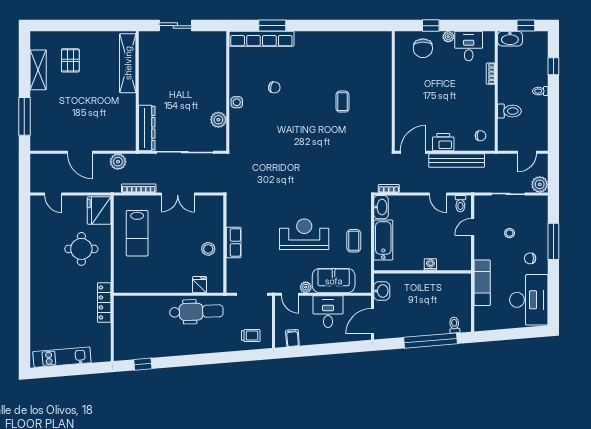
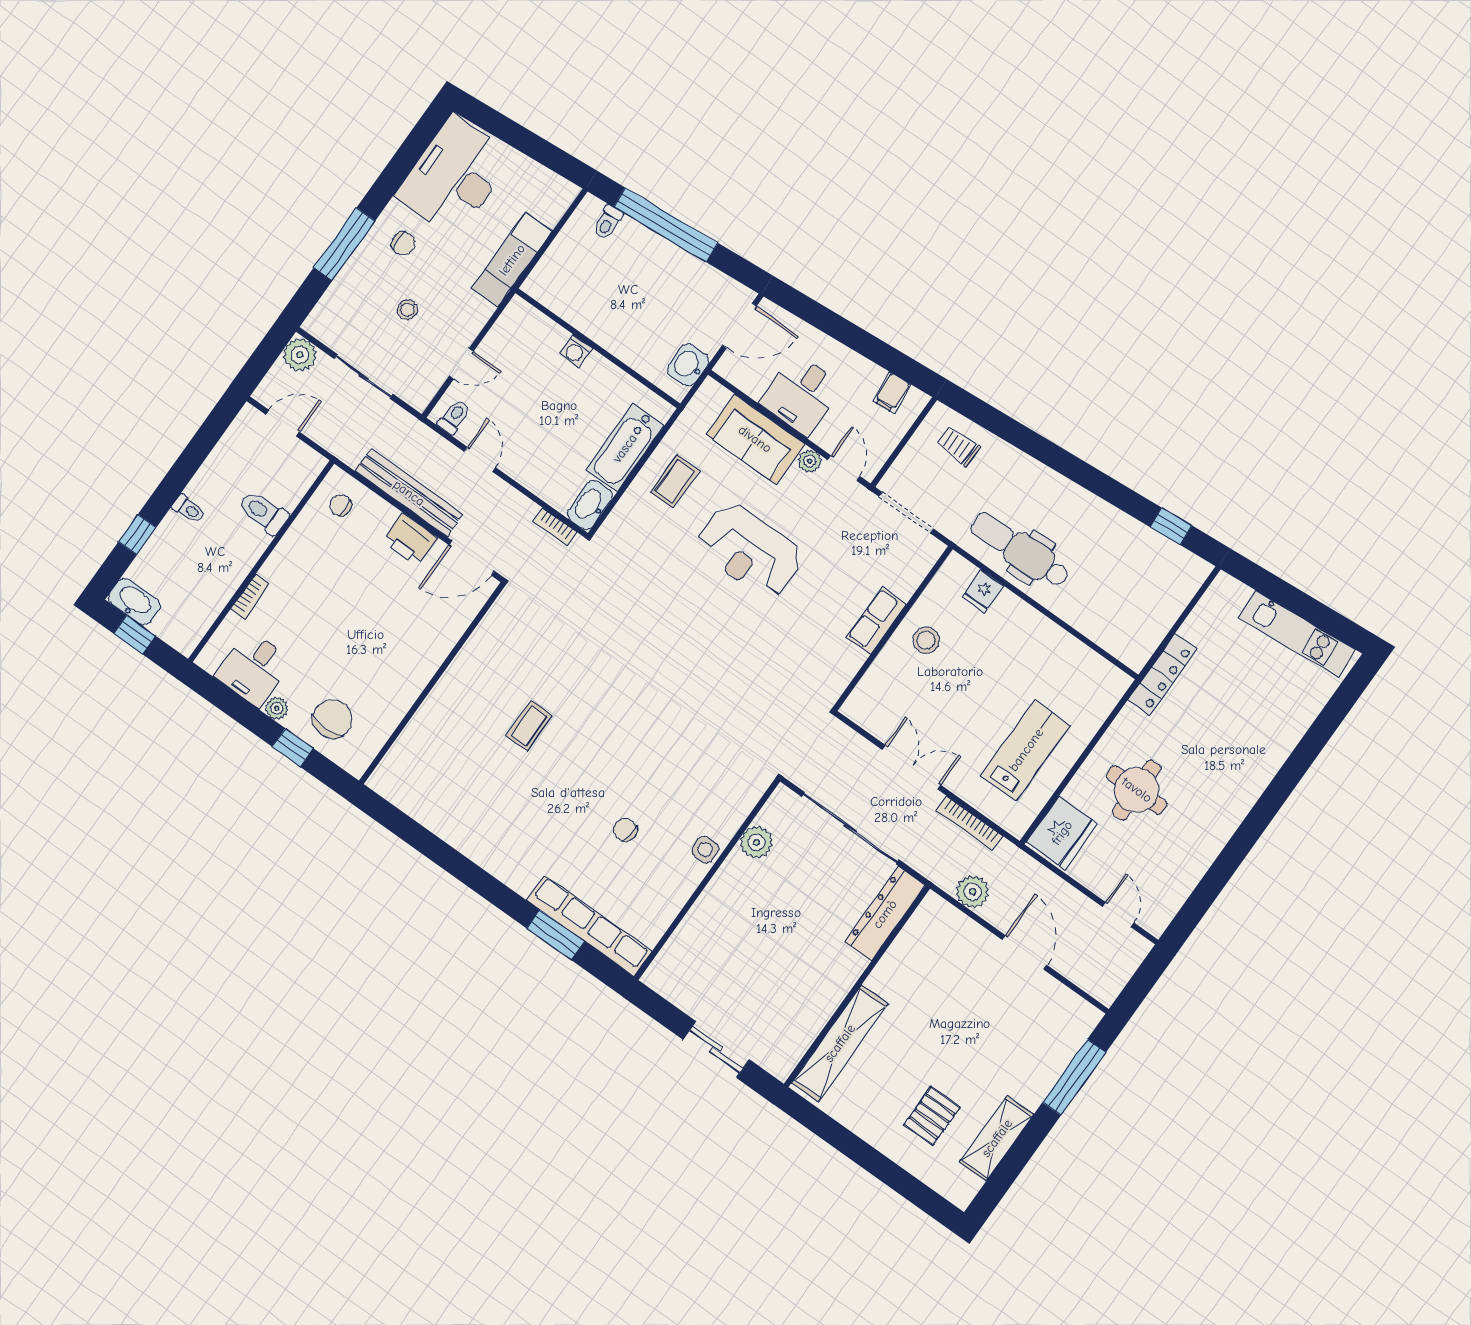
washbasin: (510, 39) -> (134, 602), moved

